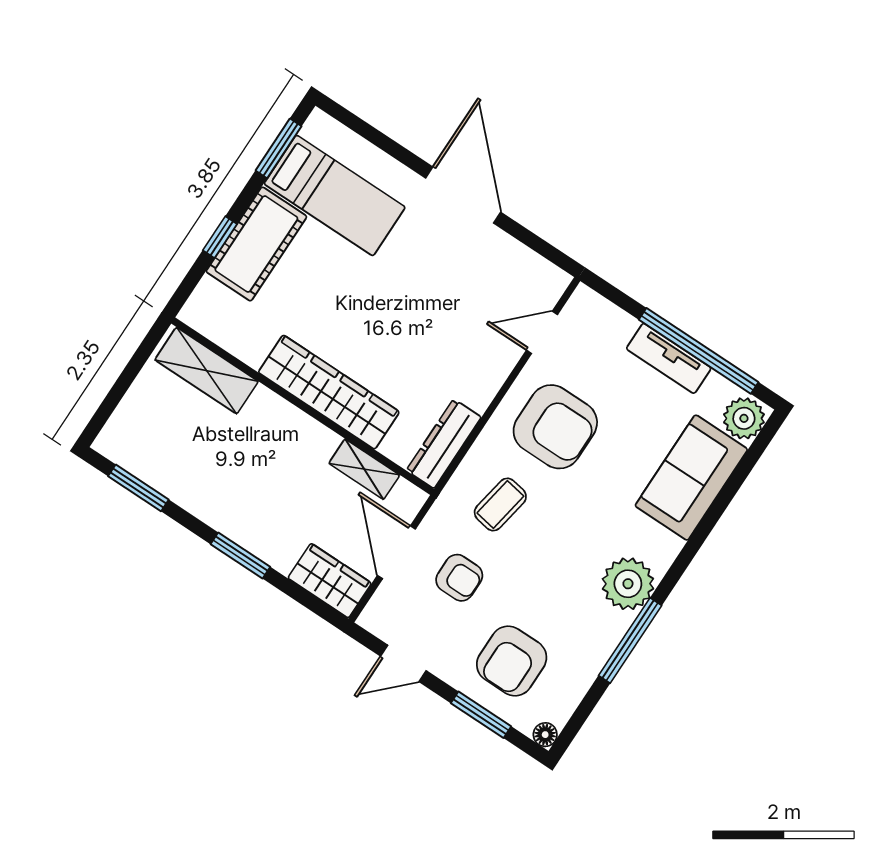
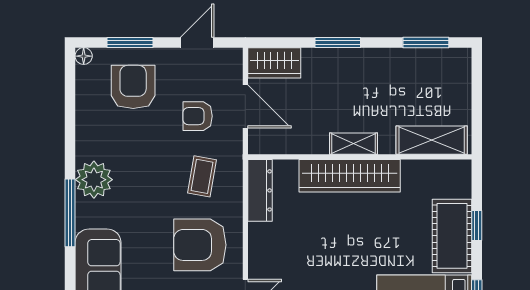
shelving: (364, 469) -> (354, 144), moved
window: (630, 641) -> (70, 213), moved

